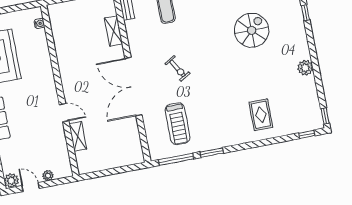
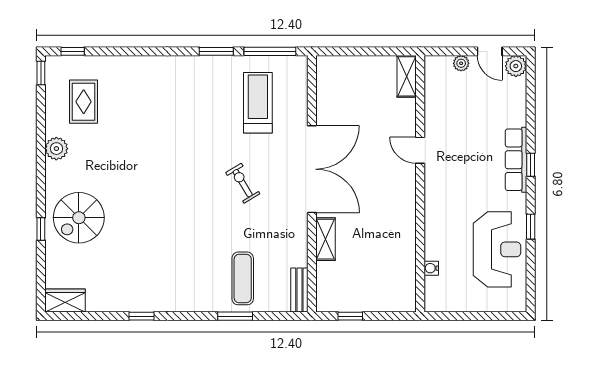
water cooler: (39, 23) -> (431, 268), moved
spiral stairs: (252, 30) -> (79, 218), moved
shelving: (113, 31) -> (326, 239), moved
rug: (261, 115) -> (84, 102), moved
shelving: (78, 136) -> (407, 76), moved

